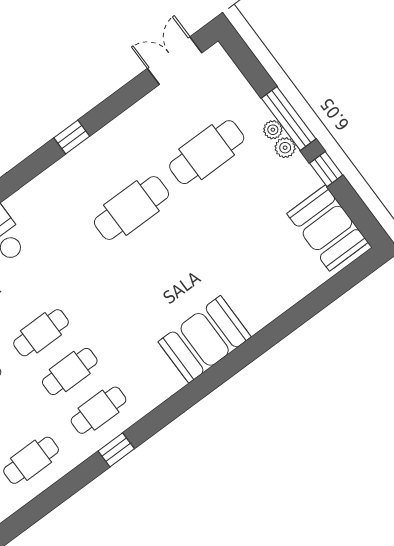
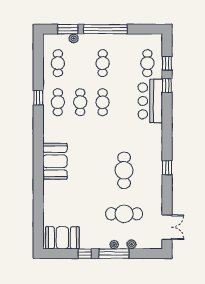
plant: (285, 148) -> (132, 244), moved
cafe table: (207, 152) -> (124, 214), turned 90

